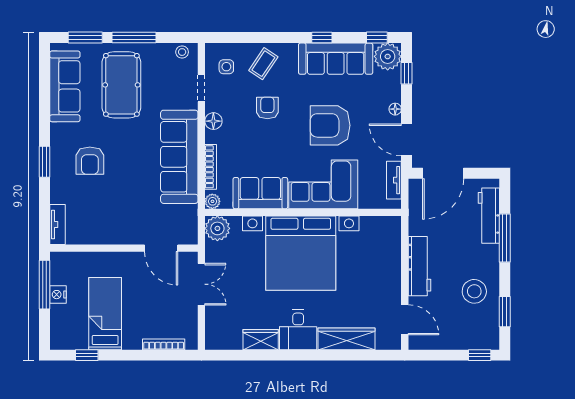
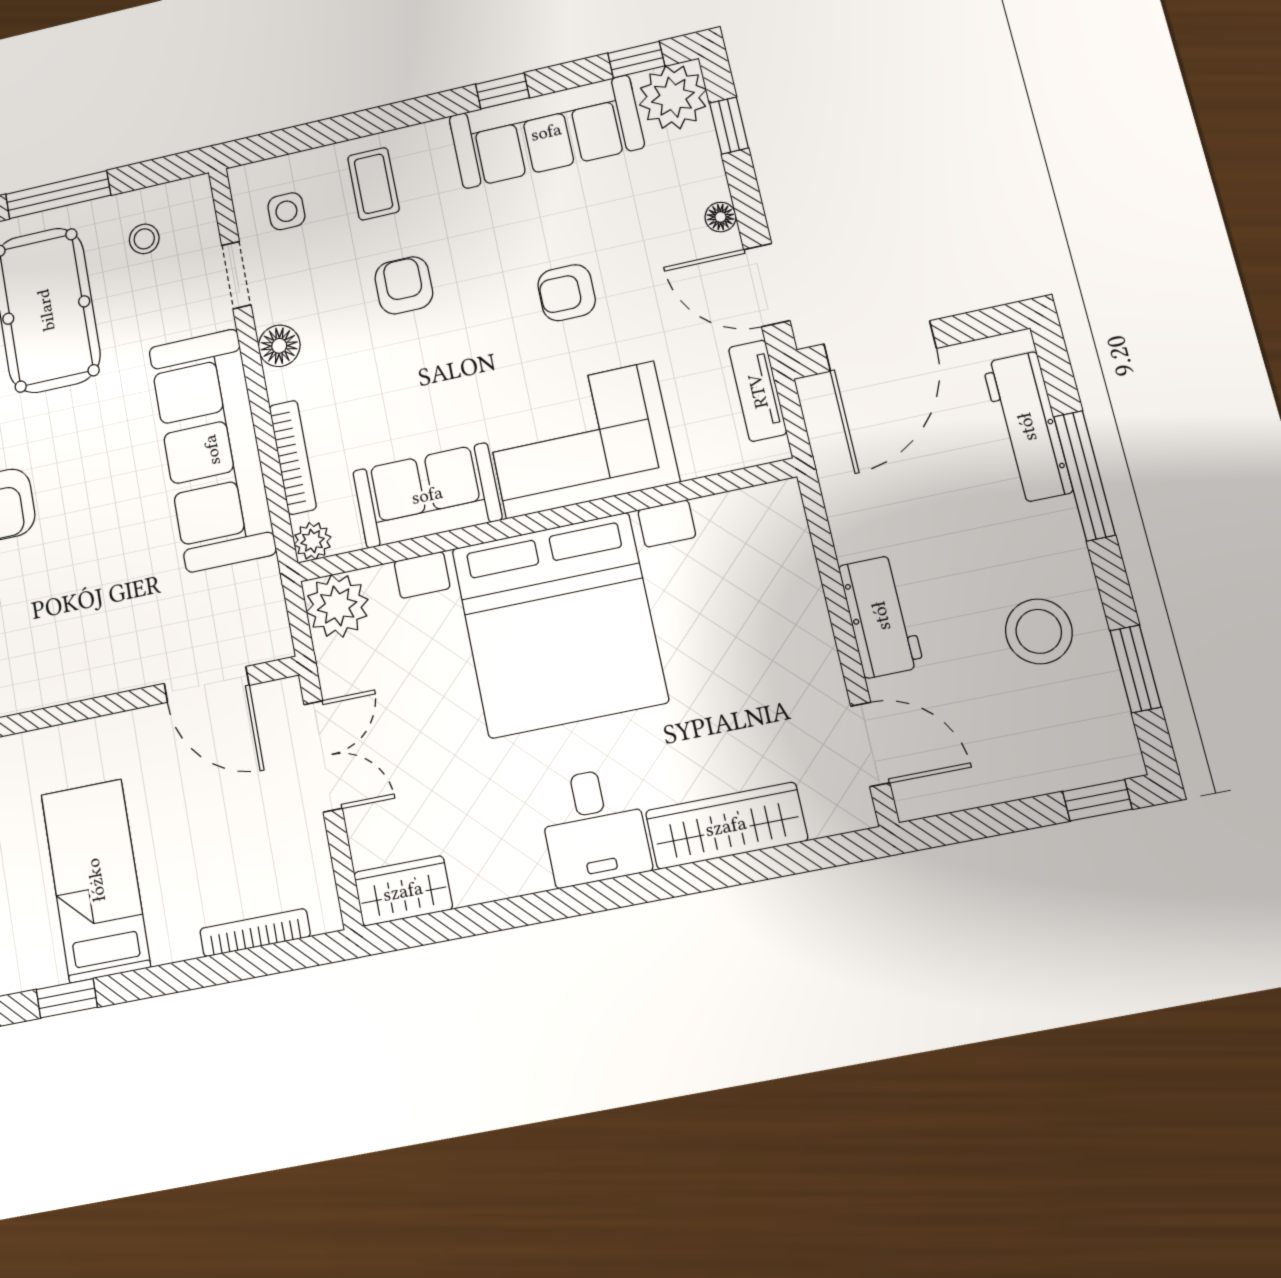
stool: (182, 52) -> (144, 239), moved
coffee table: (263, 64) -> (373, 184), turned -34
armchair: (330, 125) -> (567, 293), width x0.53, depth x0.53
workbench: (420, 266) -> (881, 616), width x0.73
wardrobe: (261, 340) -> (403, 891), moved

